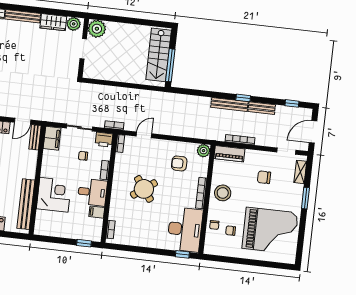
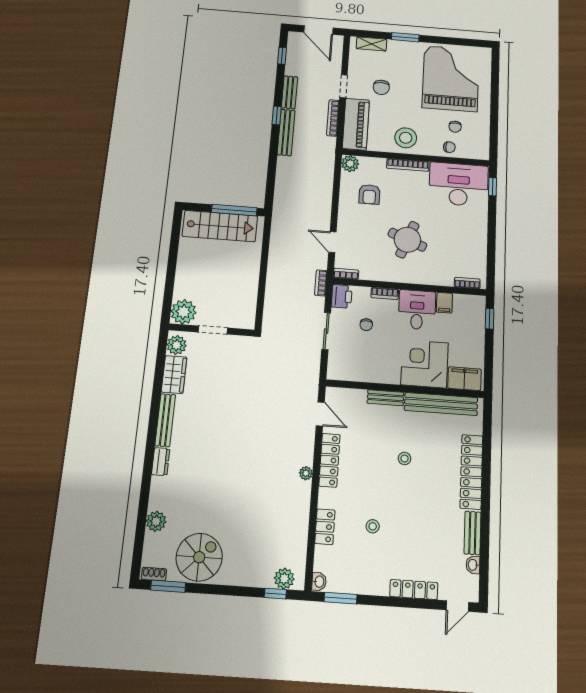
bench: (35, 137) -> (385, 398), moved
filing cabinet: (52, 138) -> (465, 379), moved
doorway: (286, 151) -> (343, 86), moved
piano: (229, 154) -> (356, 124), width x1.37, depth x1.33
round table: (144, 189) -> (407, 240), turned -33

